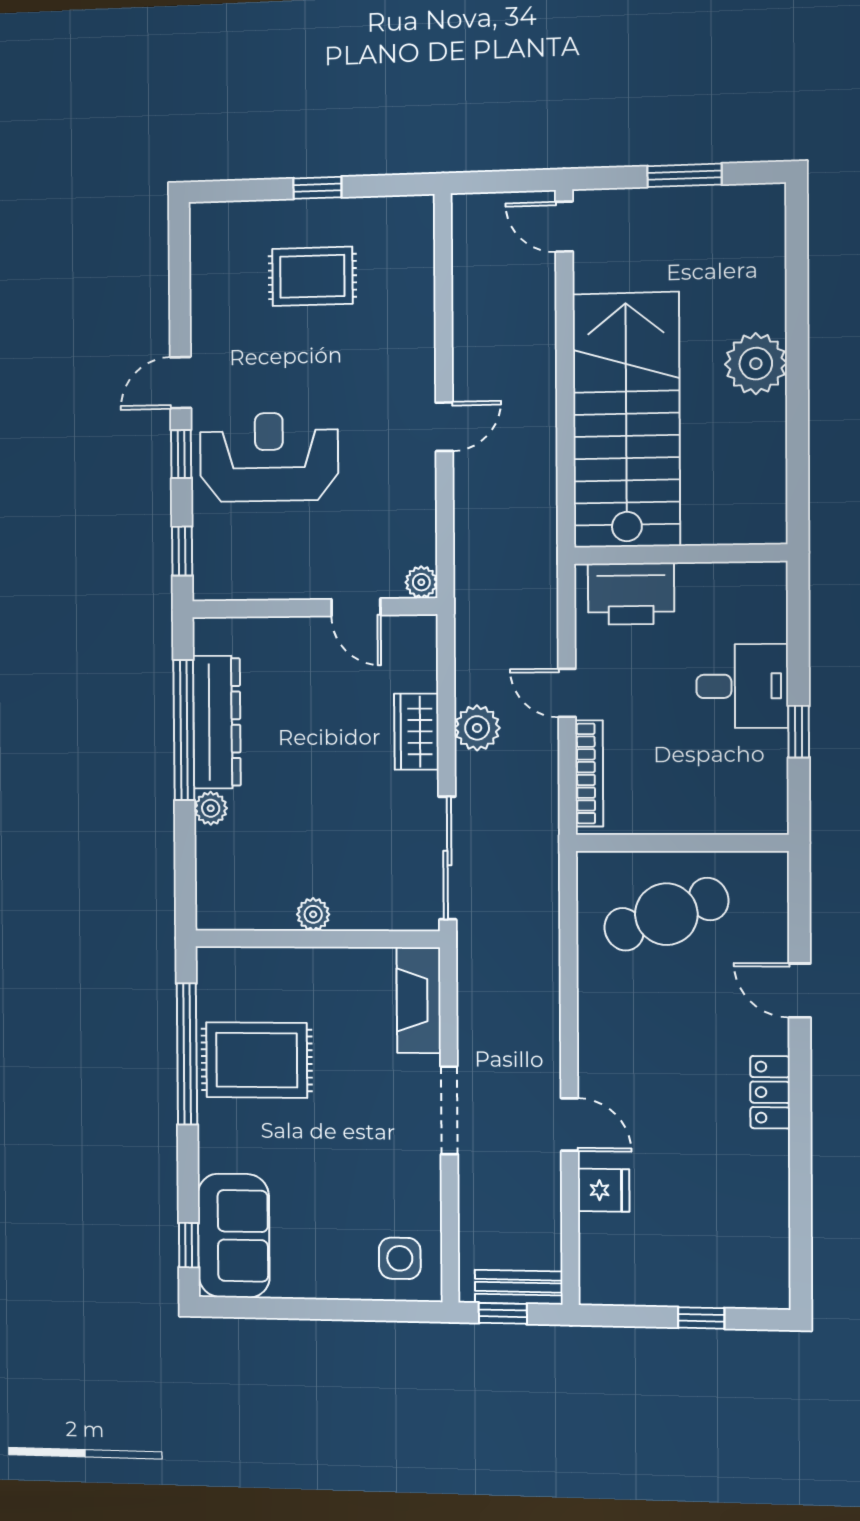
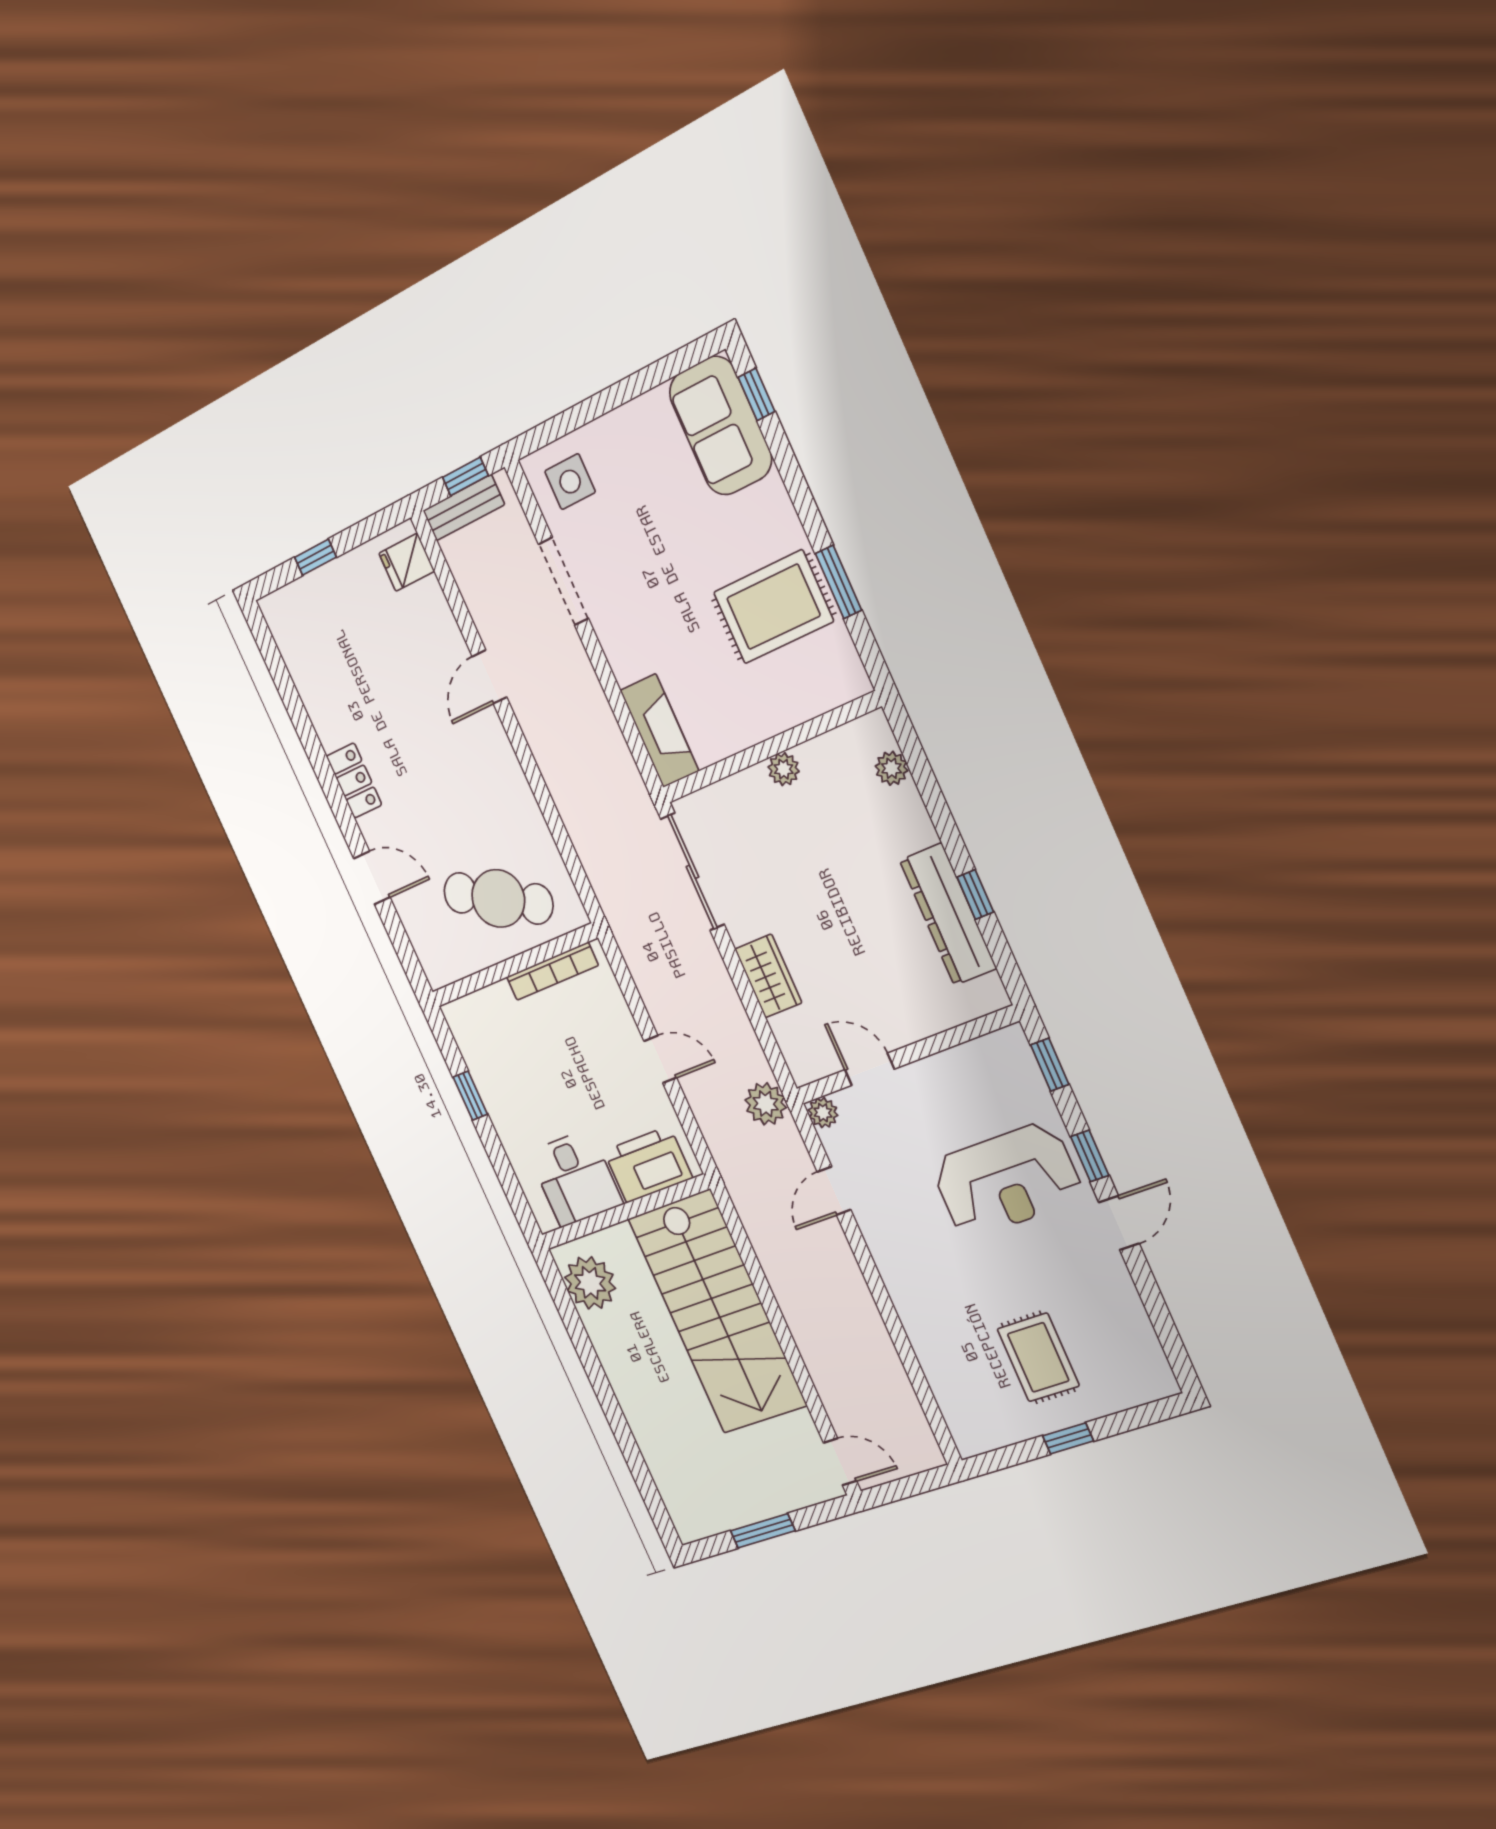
rug: (312, 276) -> (1038, 1357), turned 90
plant: (756, 364) -> (590, 1283), moved
door: (444, 427) -> (834, 1191), moved
desk: (742, 686) -> (575, 1178), moved, turned -90
plant: (477, 728) -> (766, 1104), moved
window: (184, 730) -> (975, 895), width x0.32
bookcase: (589, 774) -> (552, 971), moved, turned -90
plant: (211, 808) -> (892, 768), moved
cafe table: (666, 914) -> (498, 898), turned 49
window: (187, 1054) -> (839, 582), width x0.47
doorway: (449, 1110) -> (564, 581), moved
door: (570, 1124) -> (490, 677), hinge flipped
fridge: (604, 1190) -> (407, 562), moved

